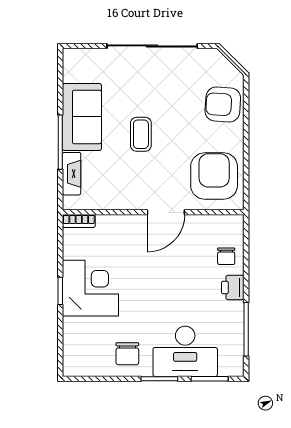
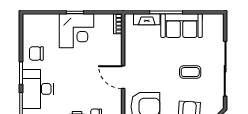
coffee table: (141, 134) -> (190, 72), moved

